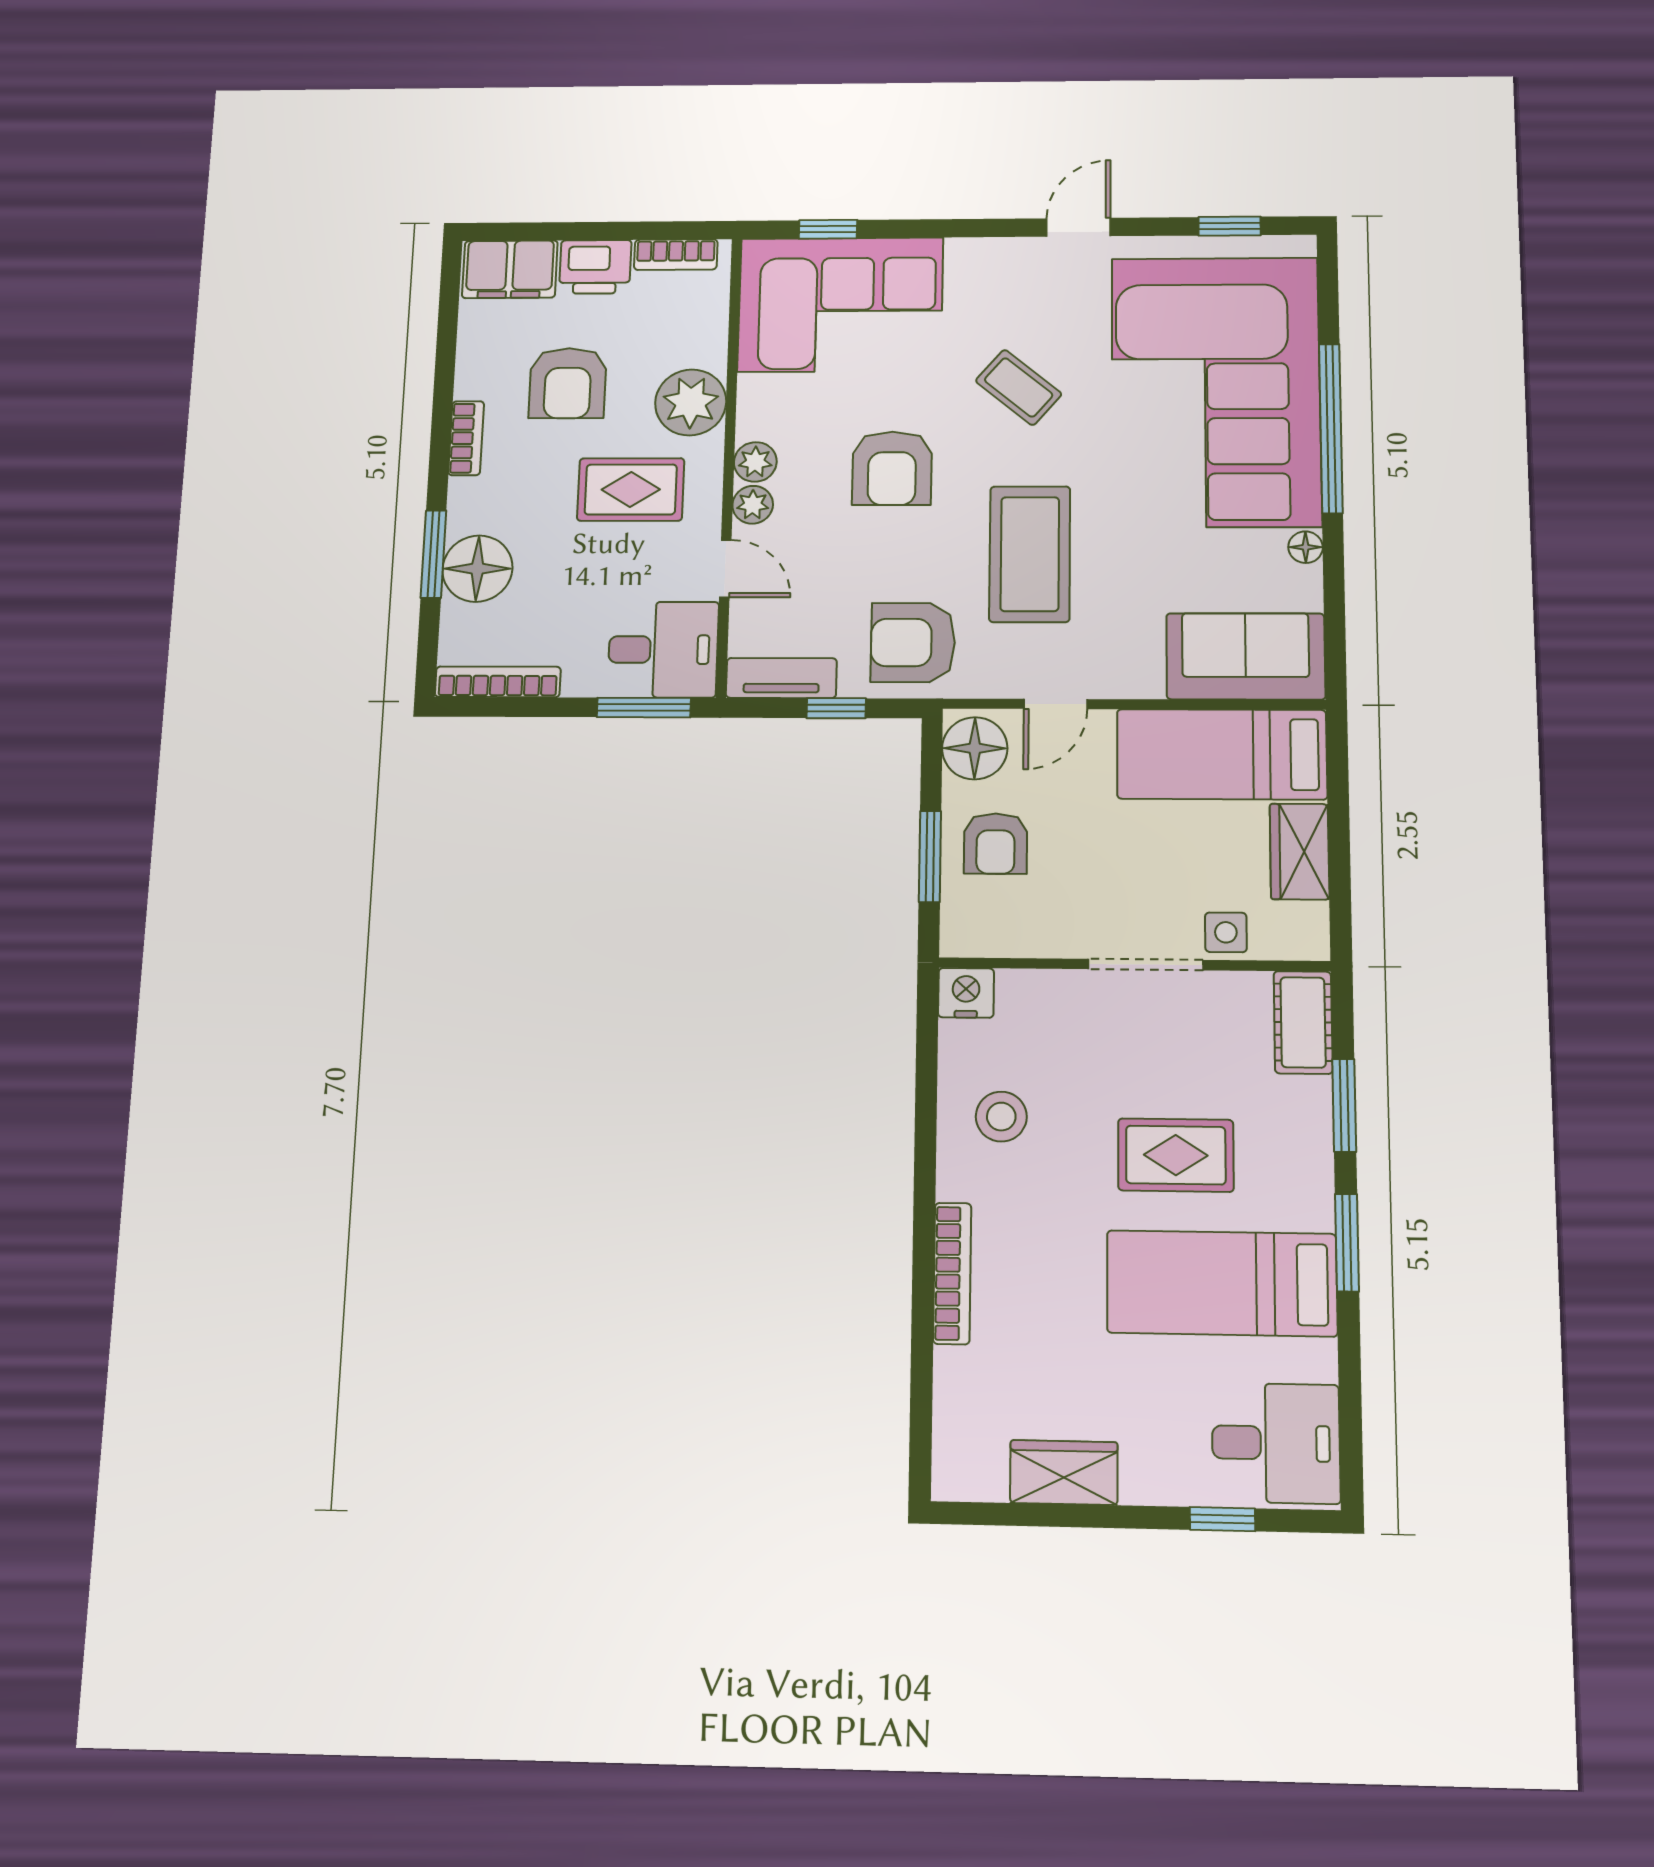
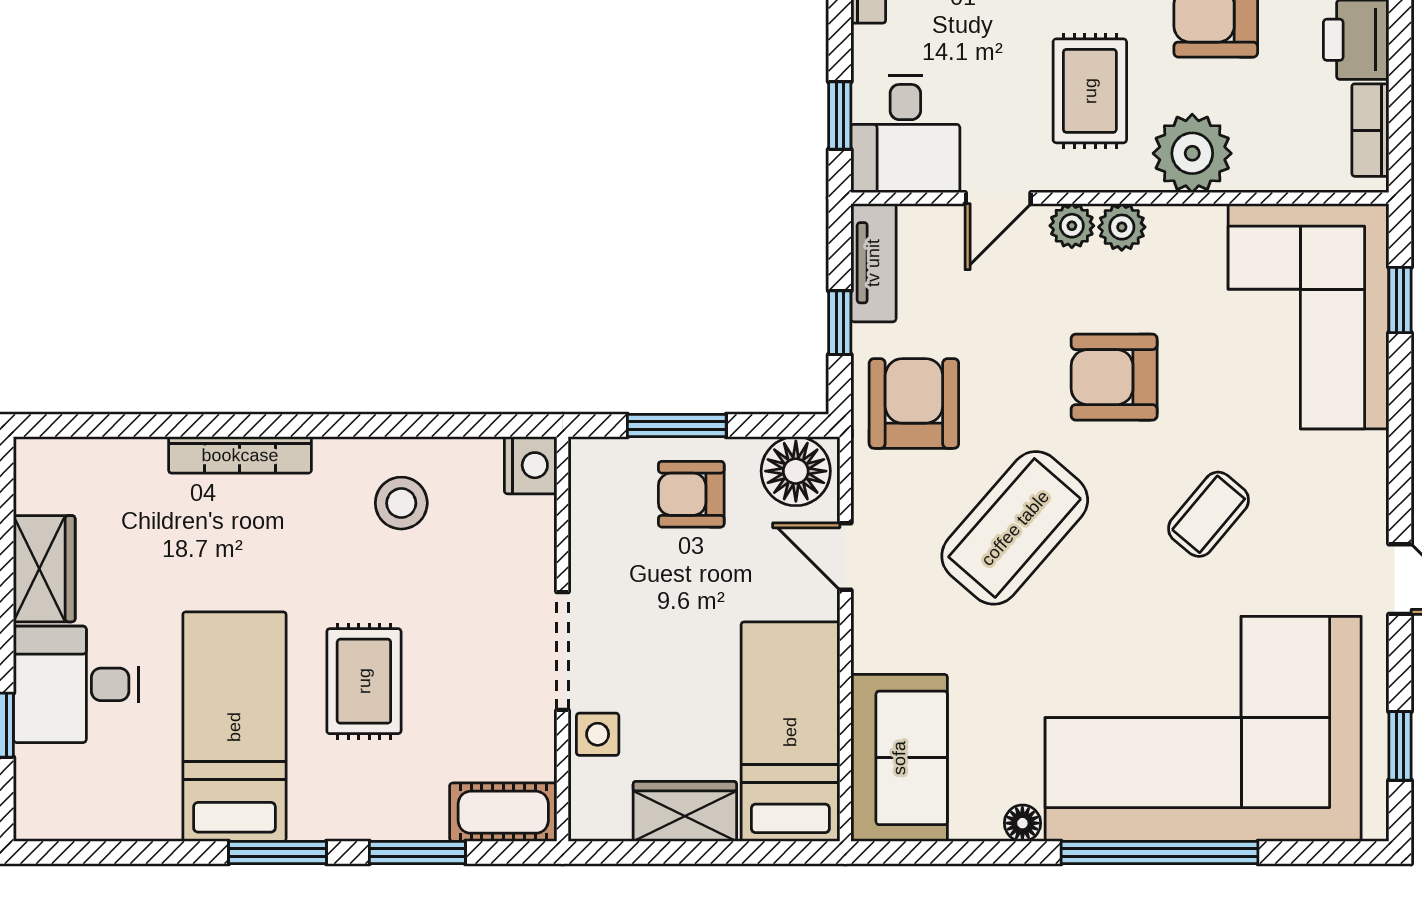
coffee table: (1030, 554) -> (1015, 528), turned -49
window: (644, 708) -> (840, 115), width x0.67
desk: (1276, 1443) -> (76, 684), moved, turned 90

